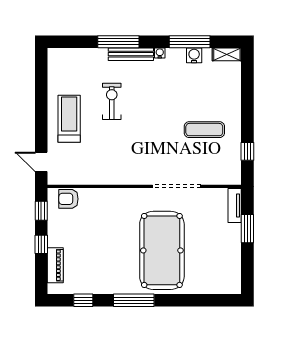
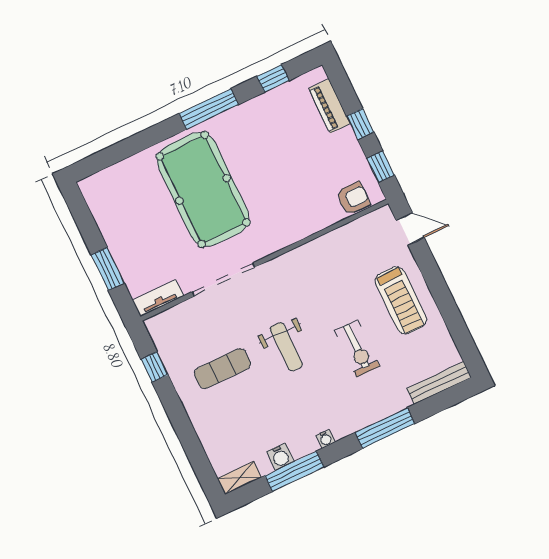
bench: (131, 54) -> (439, 383), moved
weight bench: (157, 124) -> (286, 347), added
tv unit: (235, 206) -> (158, 298), moved, turned -90

